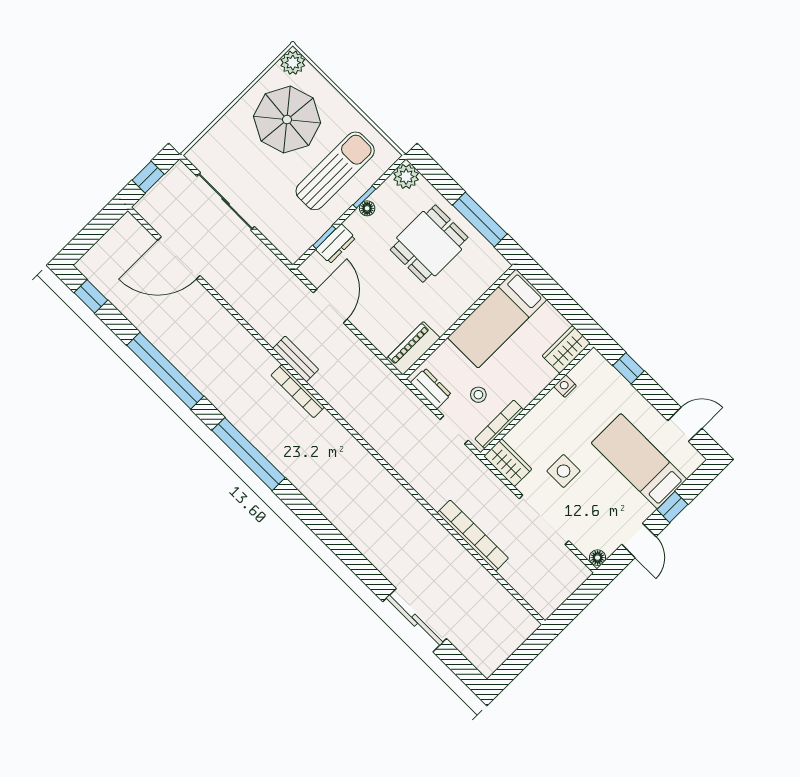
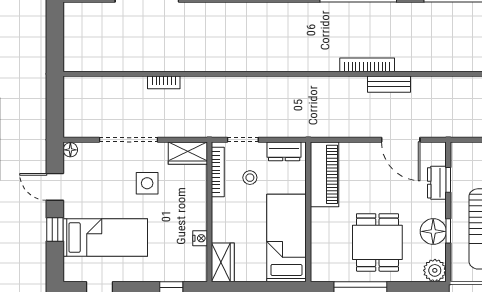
floor lamp: (367, 208) -> (433, 231), width x1.89, depth x1.89
piano: (413, 348) -> (324, 174), width x1.37, depth x1.33
bookcase: (473, 536) -> (164, 82), width x0.43, depth x0.76

